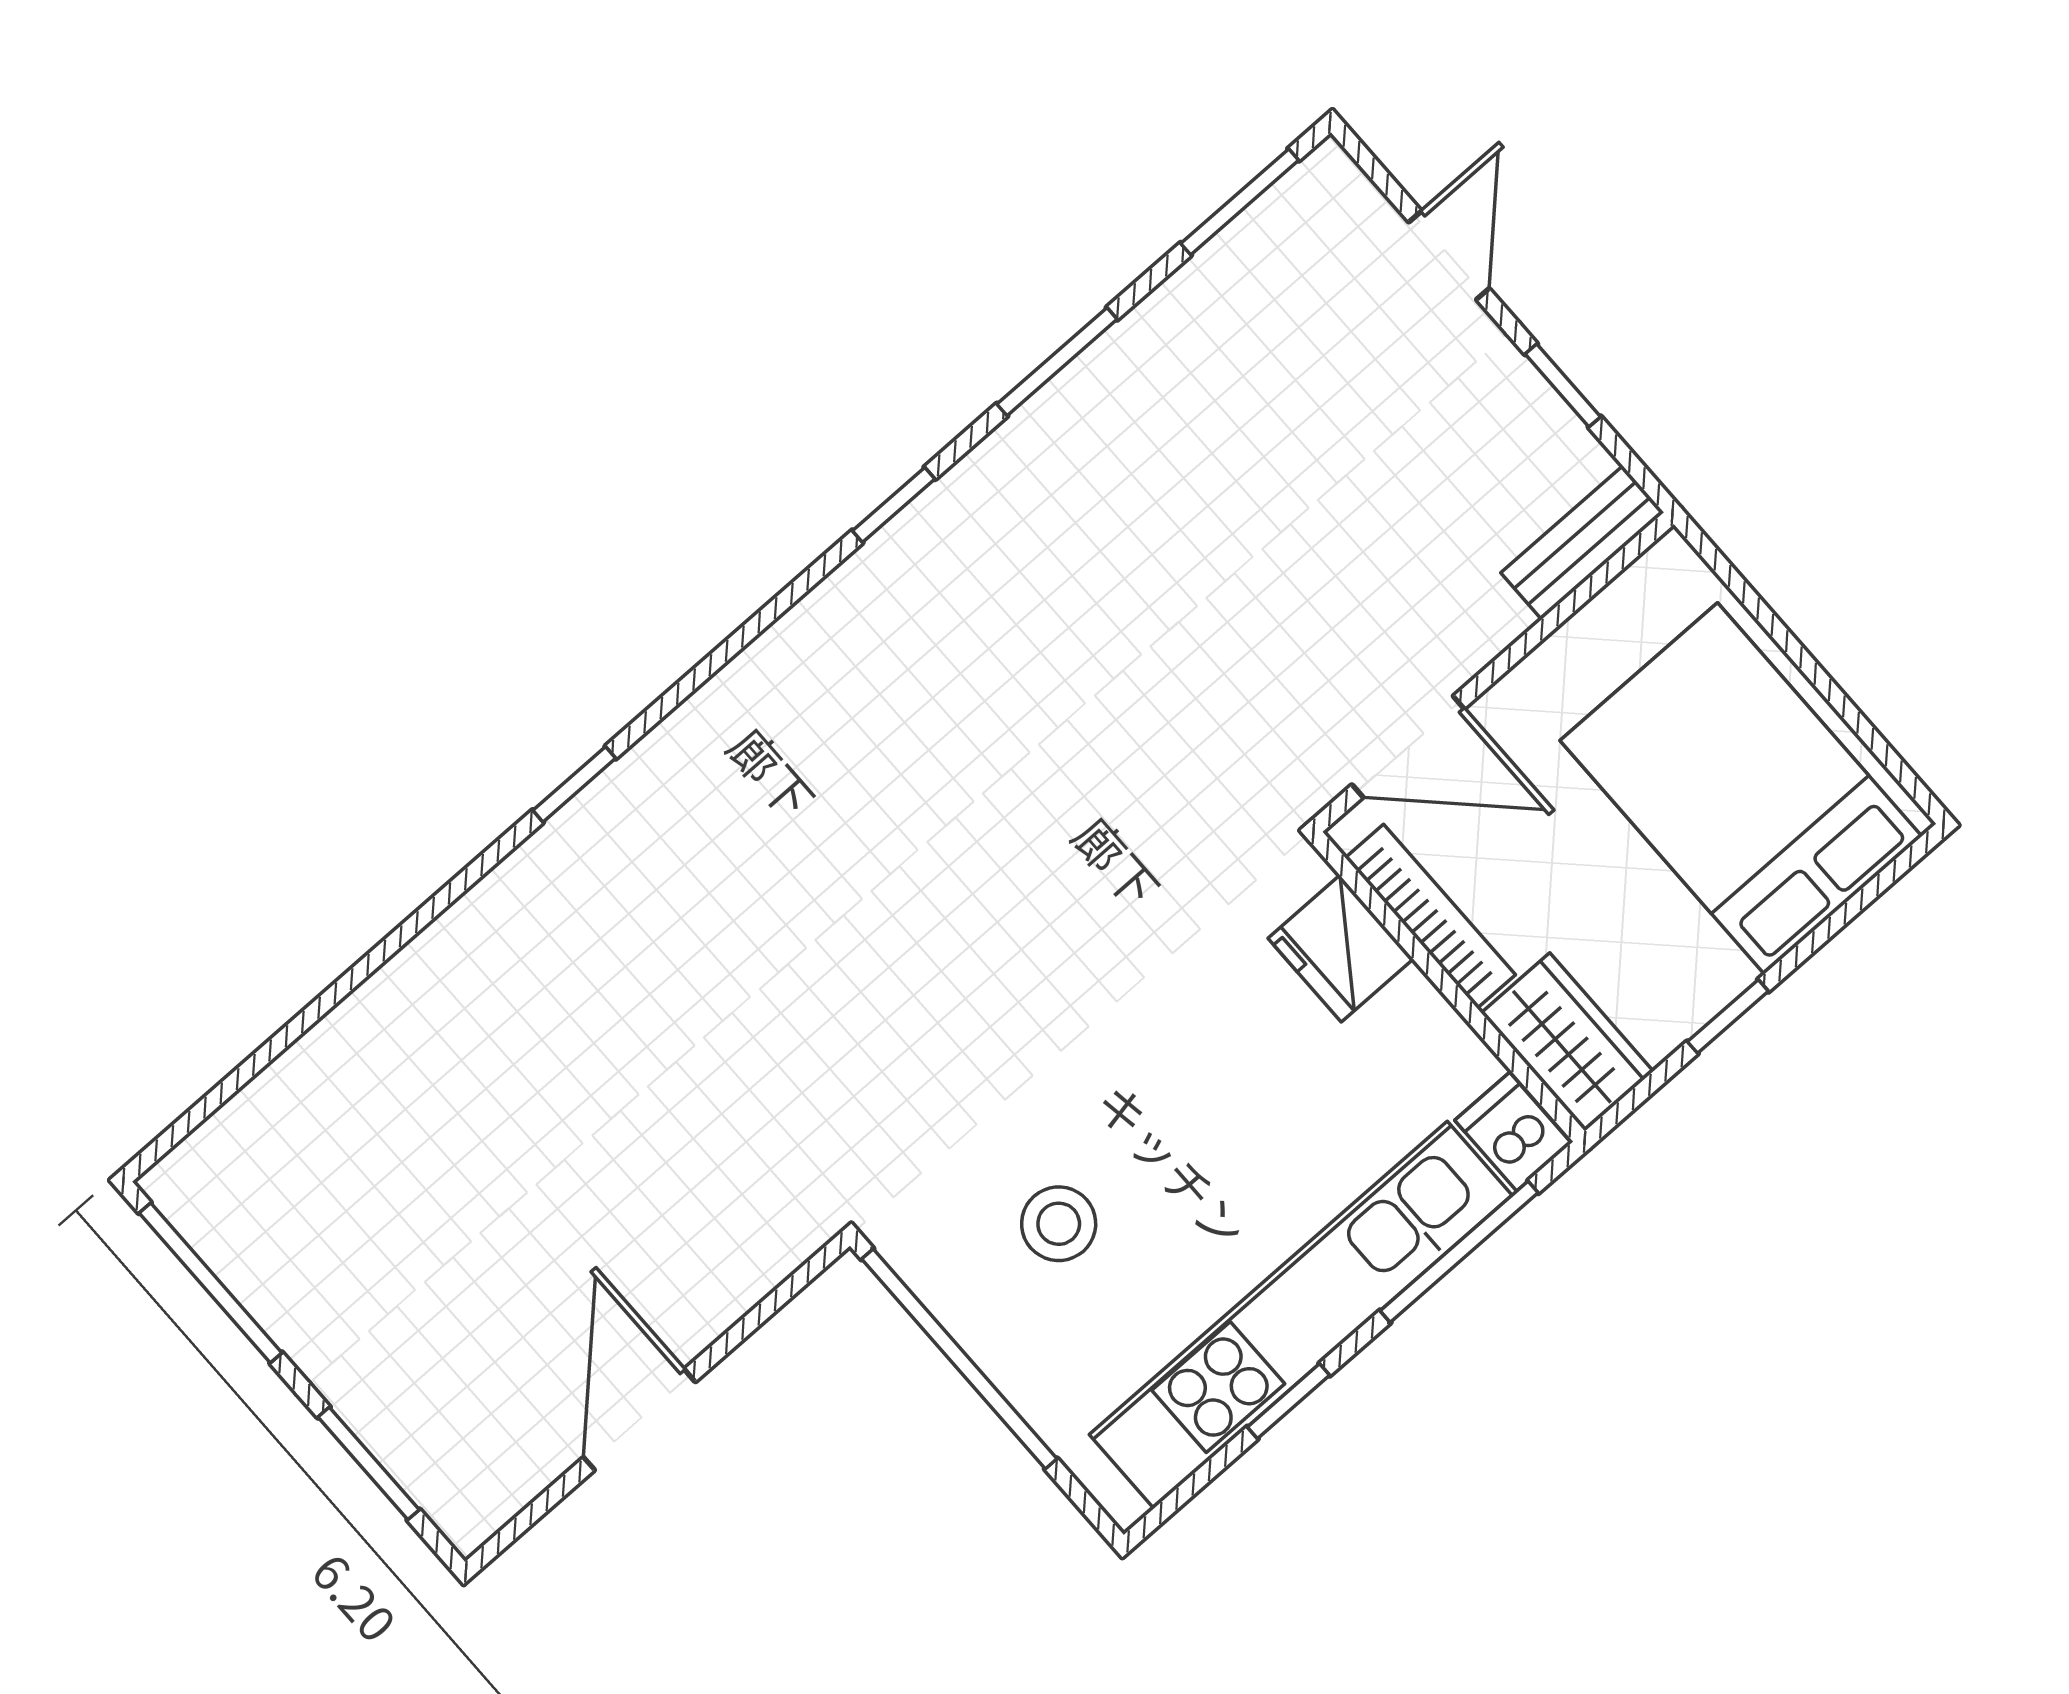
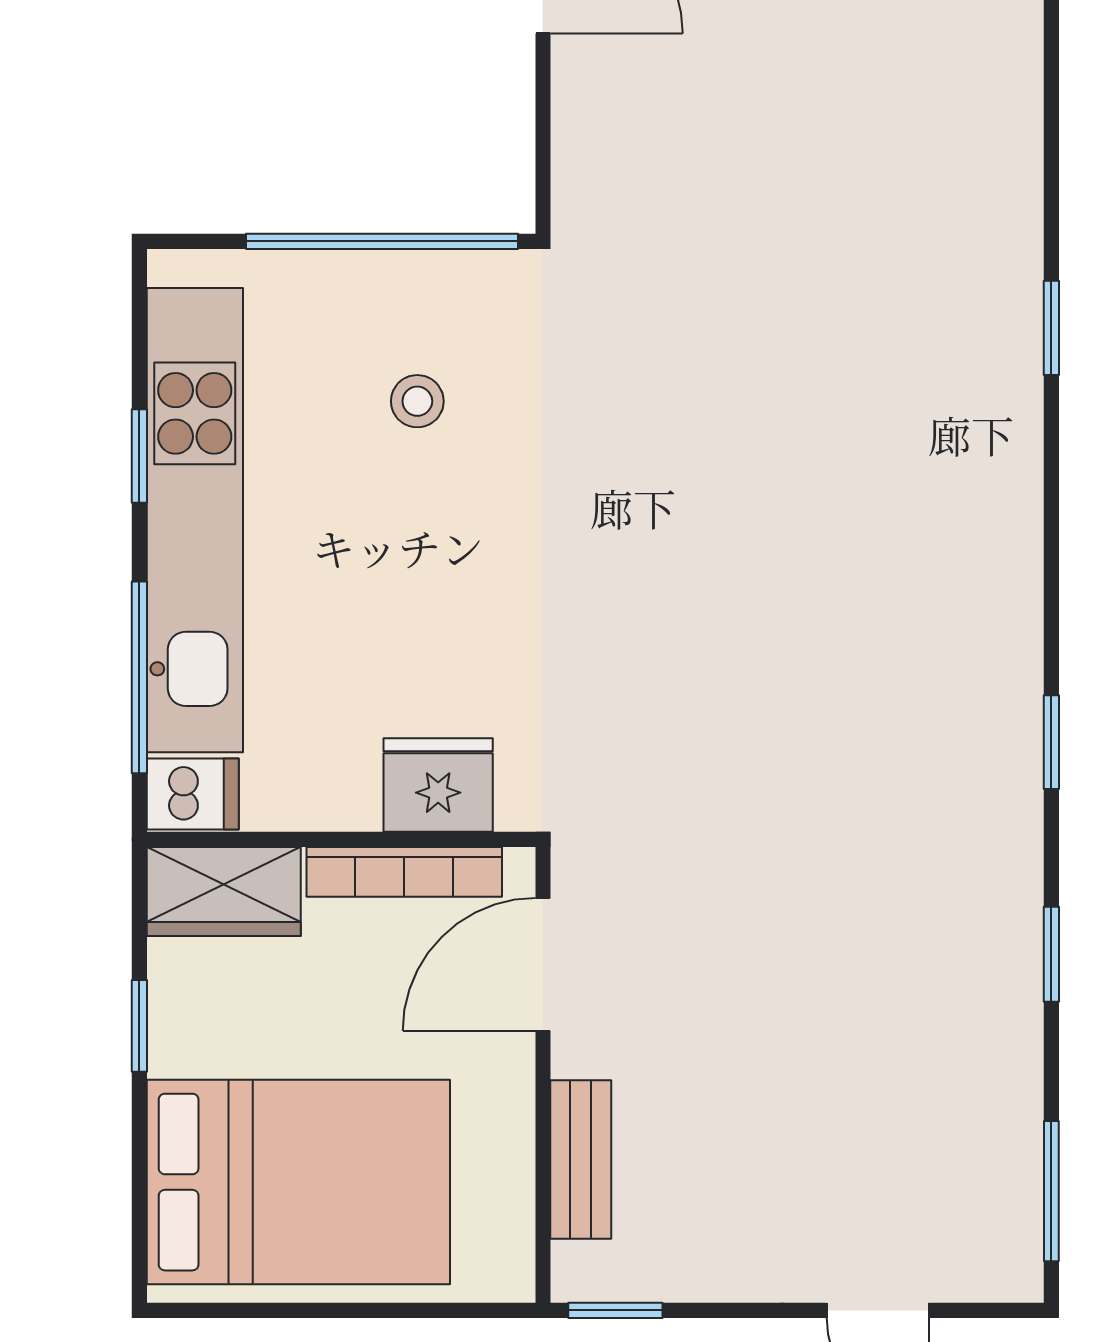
window: (1057, 362) -> (1051, 954), width x0.67
window: (1563, 385) -> (615, 1310), moved
bench: (1582, 543) -> (581, 1159), moved
stool: (1059, 1224) -> (417, 401), width x0.73, depth x0.73

